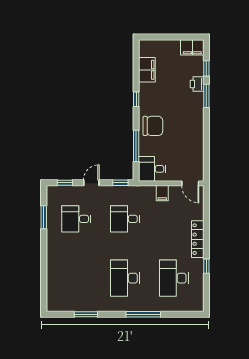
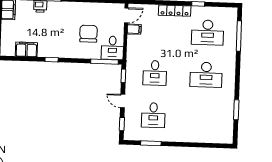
chair: (153, 126) -> (88, 34), moved
window: (136, 146) -> (105, 62), moved
filing cabinet: (162, 193) -> (134, 29), moved
window: (143, 314) -> (239, 36), moved

